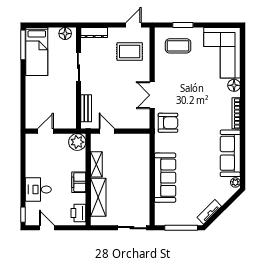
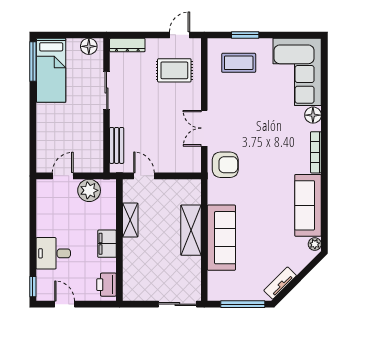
plant: (77, 142) -> (89, 190), moved
shelving: (98, 197) -> (191, 230), moved

